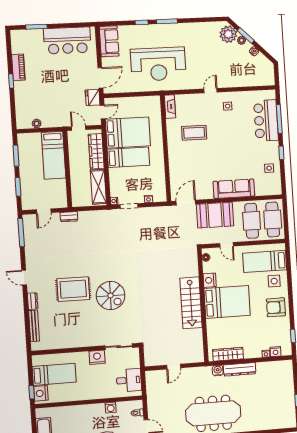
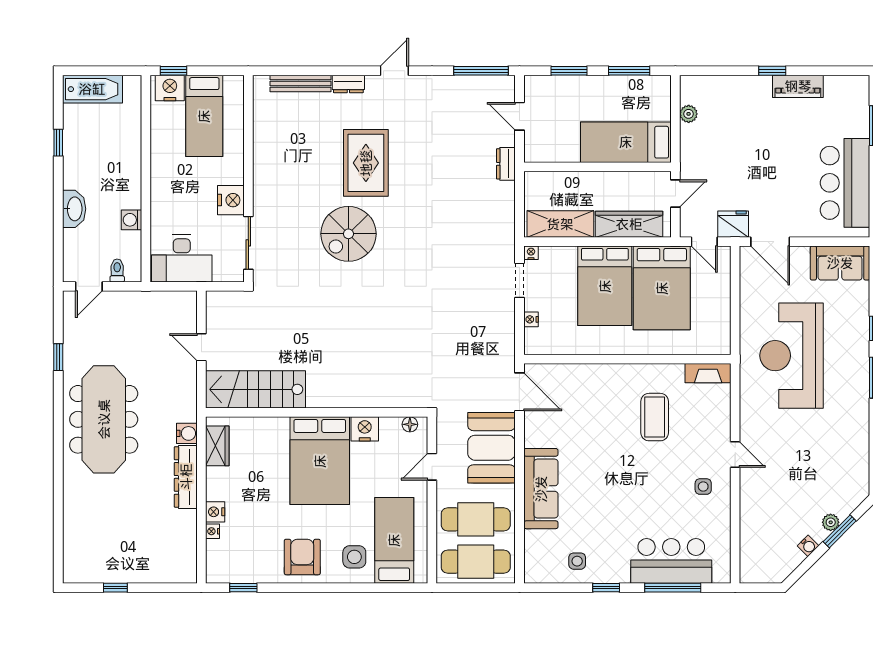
plant: (228, 34) -> (844, 497), removed
bed: (128, 157) -> (605, 286), width x1.50
stairs: (191, 303) -> (255, 389), moved
nightstand: (275, 352) -> (215, 512), moved
wardrobe: (228, 354) -> (217, 446), width x0.67
desk: (129, 380) -> (182, 259), width x1.37

